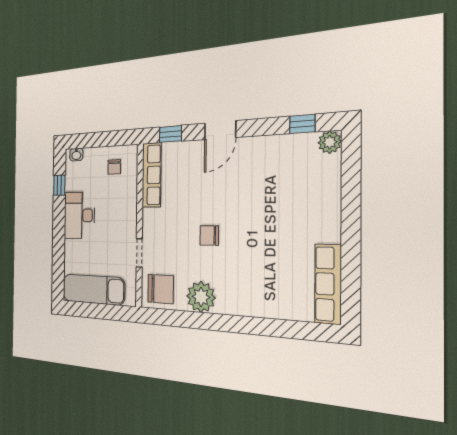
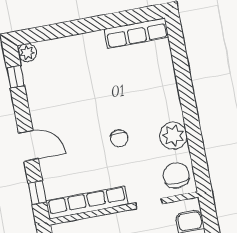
row of seats: (151, 175) -> (87, 203), width x1.36

